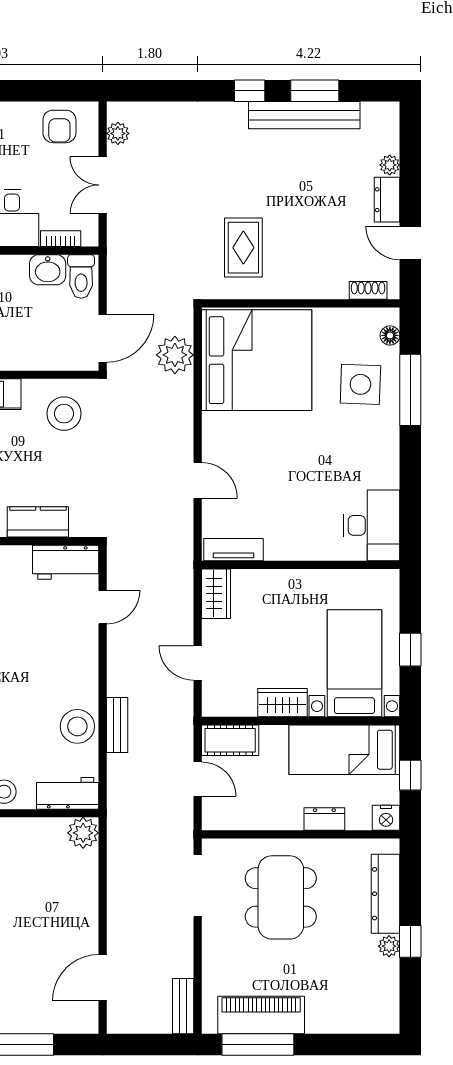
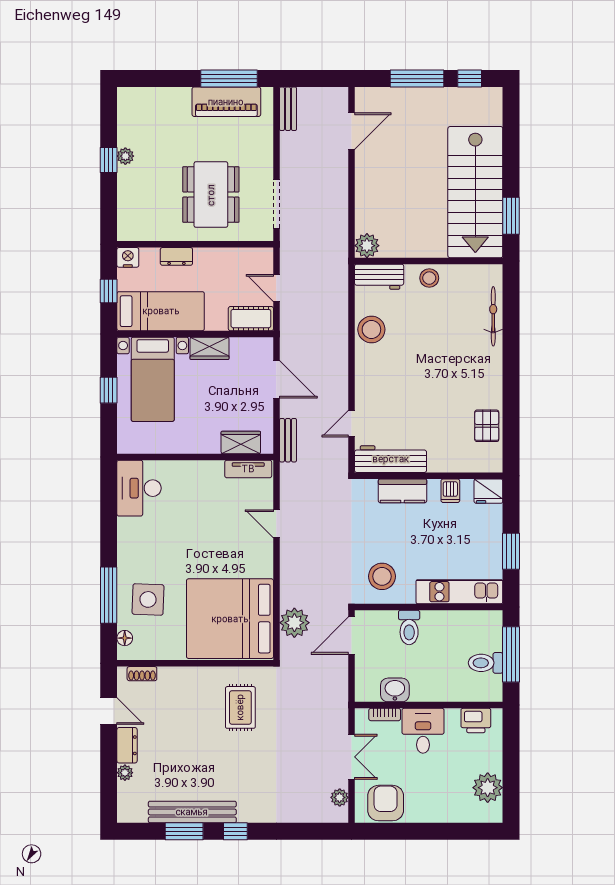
armchair: (59, 126) -> (386, 803), width x1.38, depth x1.38
toilet: (81, 277) -> (409, 628), moved, turned 180
workbench: (66, 562) -> (391, 459), width x1.38
wardrobe: (216, 594) -> (241, 442), moved, turned 90
door: (198, 663) -> (276, 379), width x1.38
bench: (117, 725) -> (288, 440), moved
dresser: (386, 894) -> (128, 197), removed

